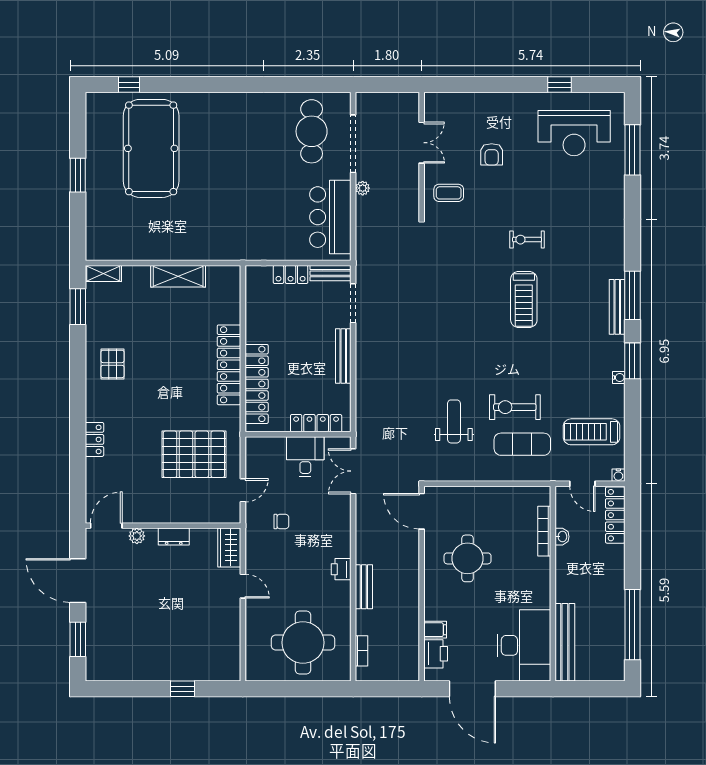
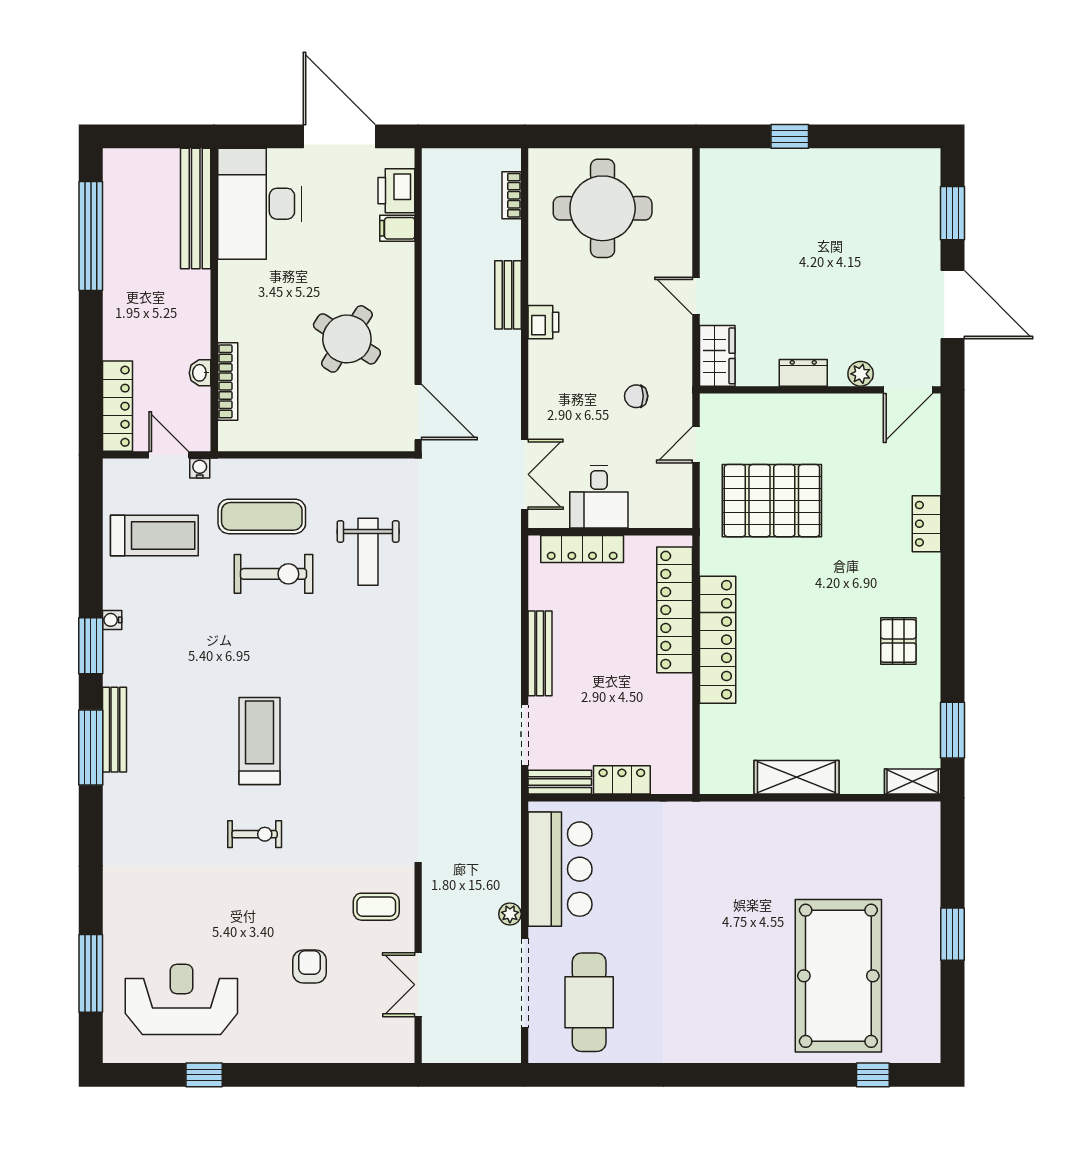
water cooler: (618, 475) -> (200, 468), moved
round table: (468, 558) -> (347, 339), turned 33

